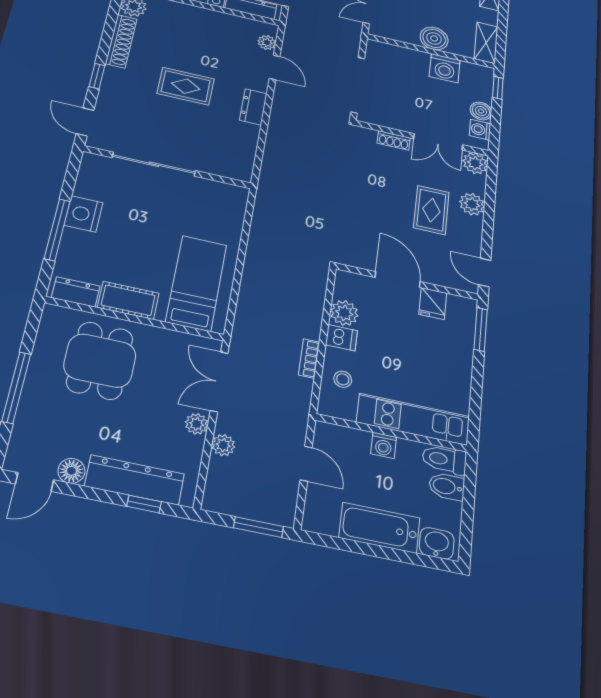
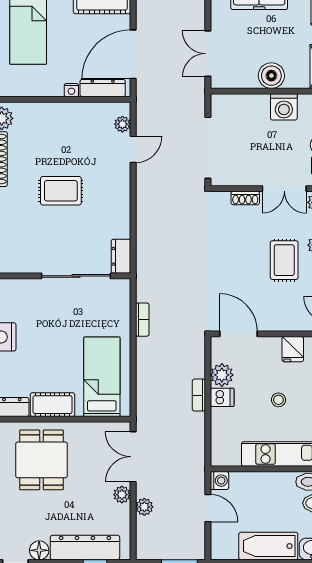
door: (275, 67) -> (133, 149), hinge flipped
dresser: (253, 107) -> (121, 256), moved
sliding door: (154, 164) -> (76, 276), moved
bookcase: (257, 233) -> (142, 320), added
door: (398, 280) -> (239, 334), moved
bookcase: (309, 358) -> (199, 395), moved
stool: (343, 379) -> (278, 400), moved
washing machine: (384, 445) -> (219, 481), moved, turned -90

